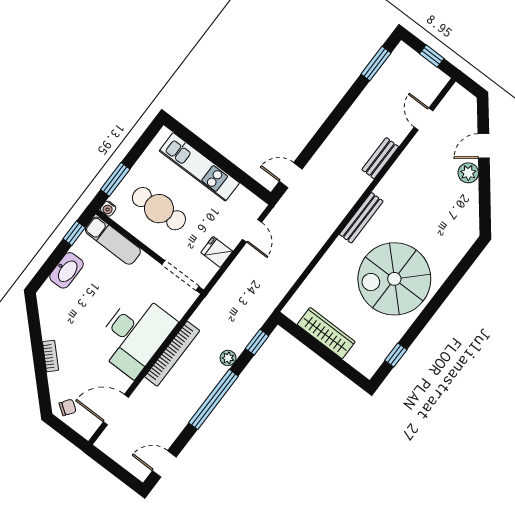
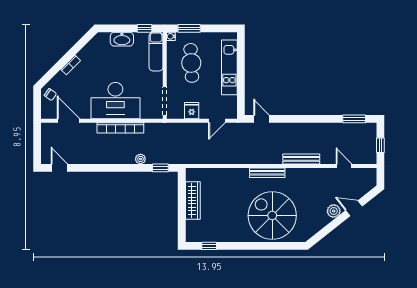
door: (423, 119) -> (344, 166), hinge flipped
bench: (380, 158) -> (301, 159), width x1.36
spiral stairs: (394, 279) -> (272, 216), moved
window: (213, 399) -> (113, 168), removed

